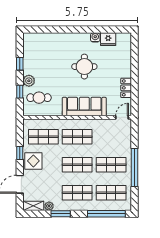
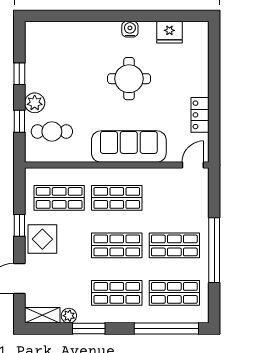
water cooler: (95, 37) -> (130, 29), moved

